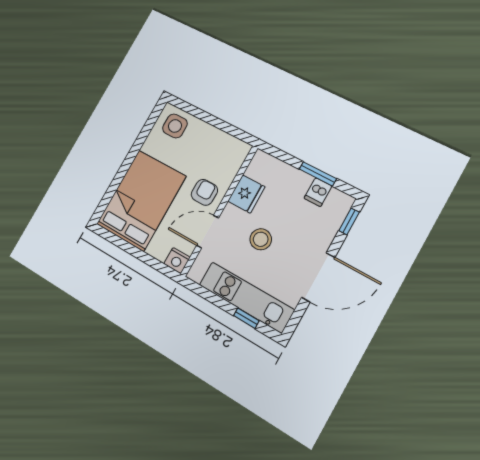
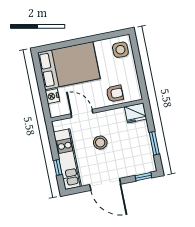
armchair: (204, 192) -> (115, 94), moved
dishwasher: (318, 192) -> (145, 151), removed
fridge: (246, 194) -> (136, 113), moved
nightstand: (177, 261) -> (52, 96), moved

